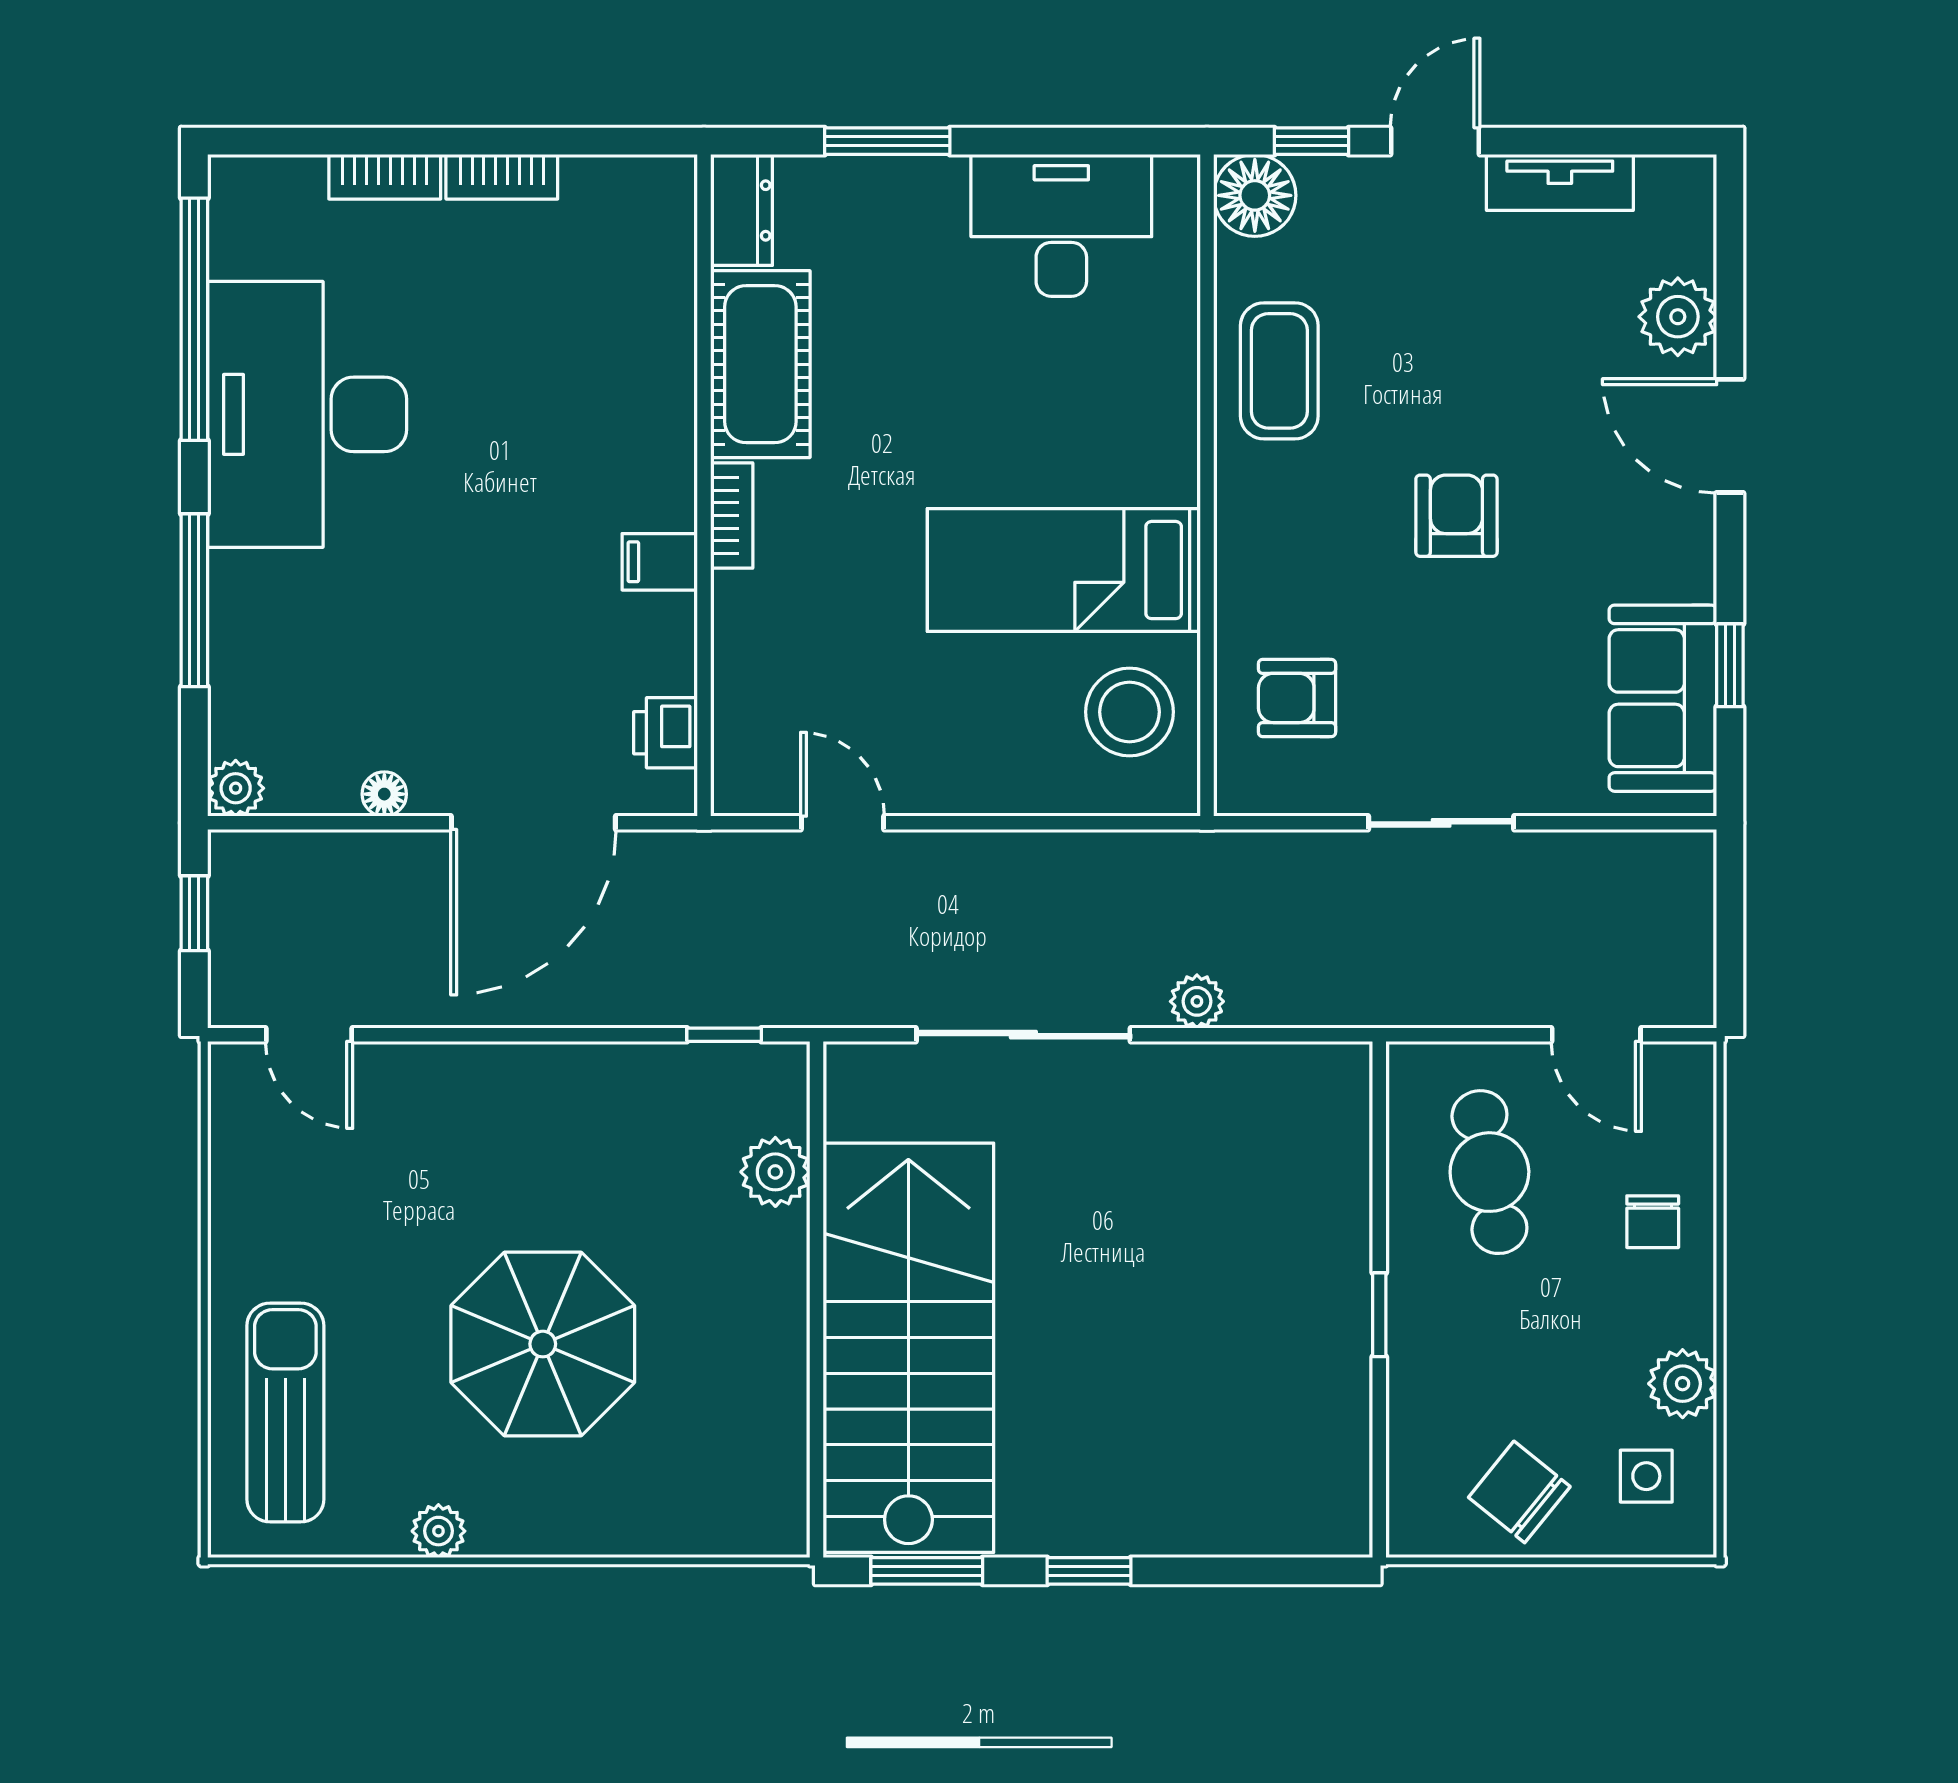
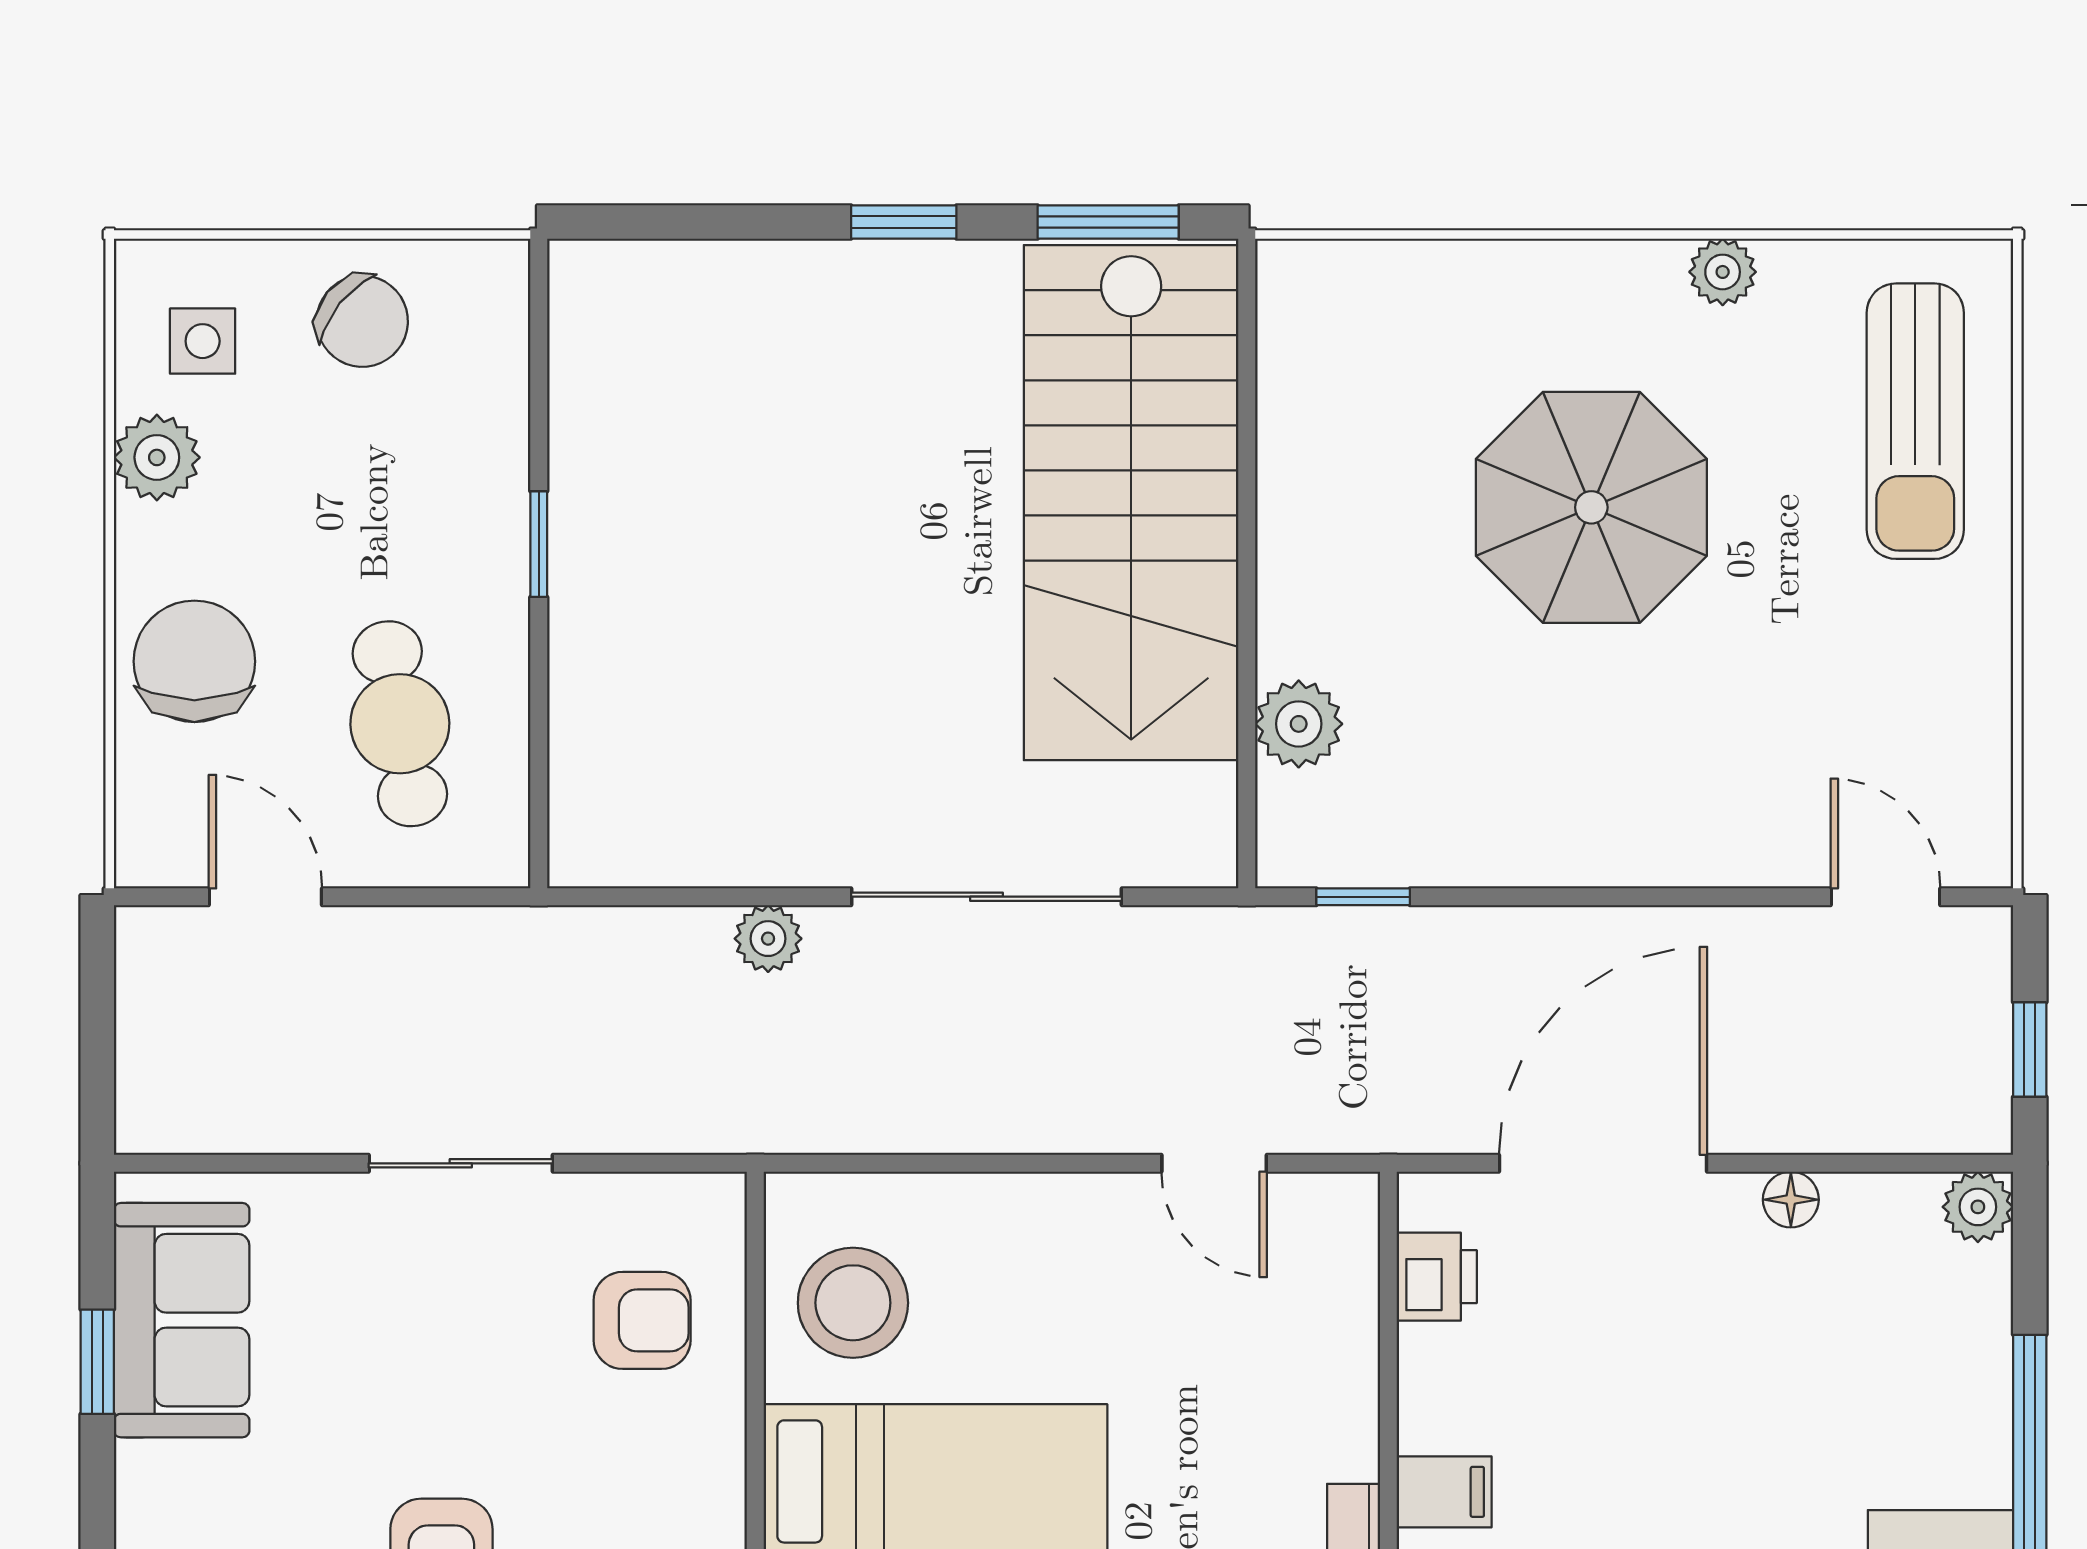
chair: (1653, 1222) -> (194, 661), width x1.87, depth x1.87

